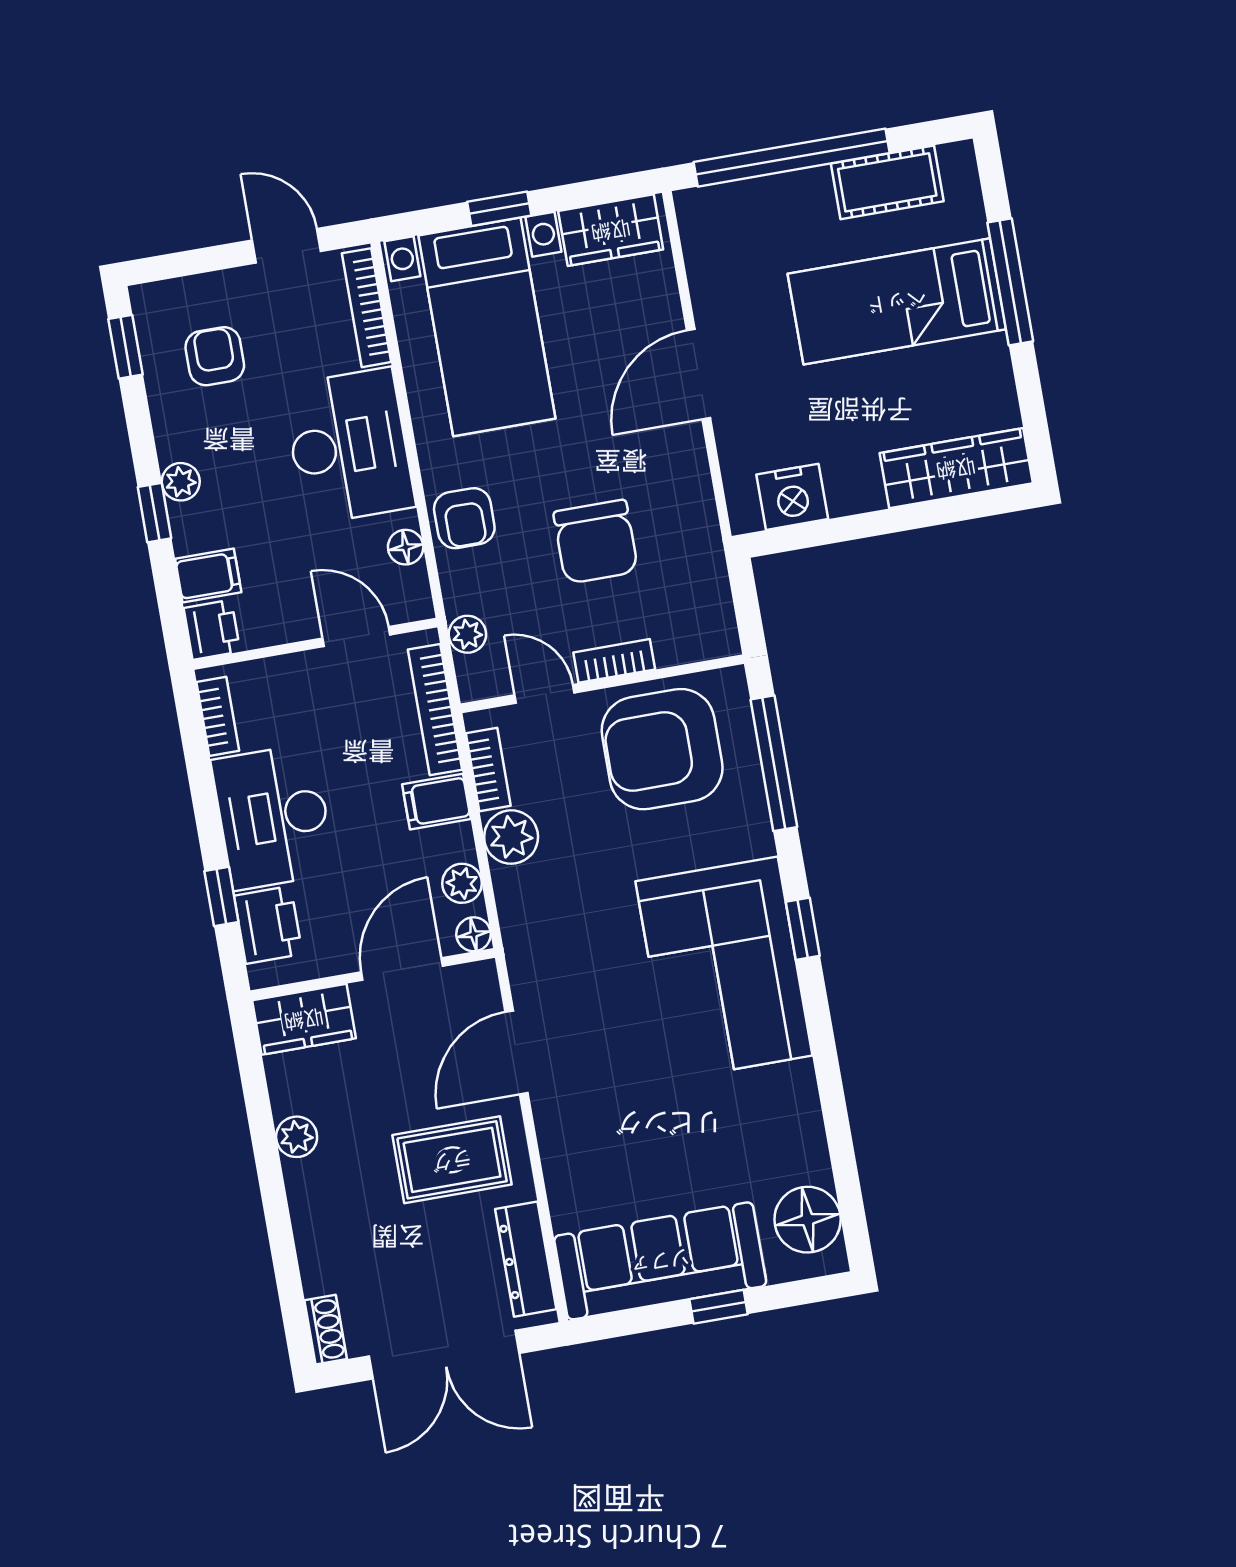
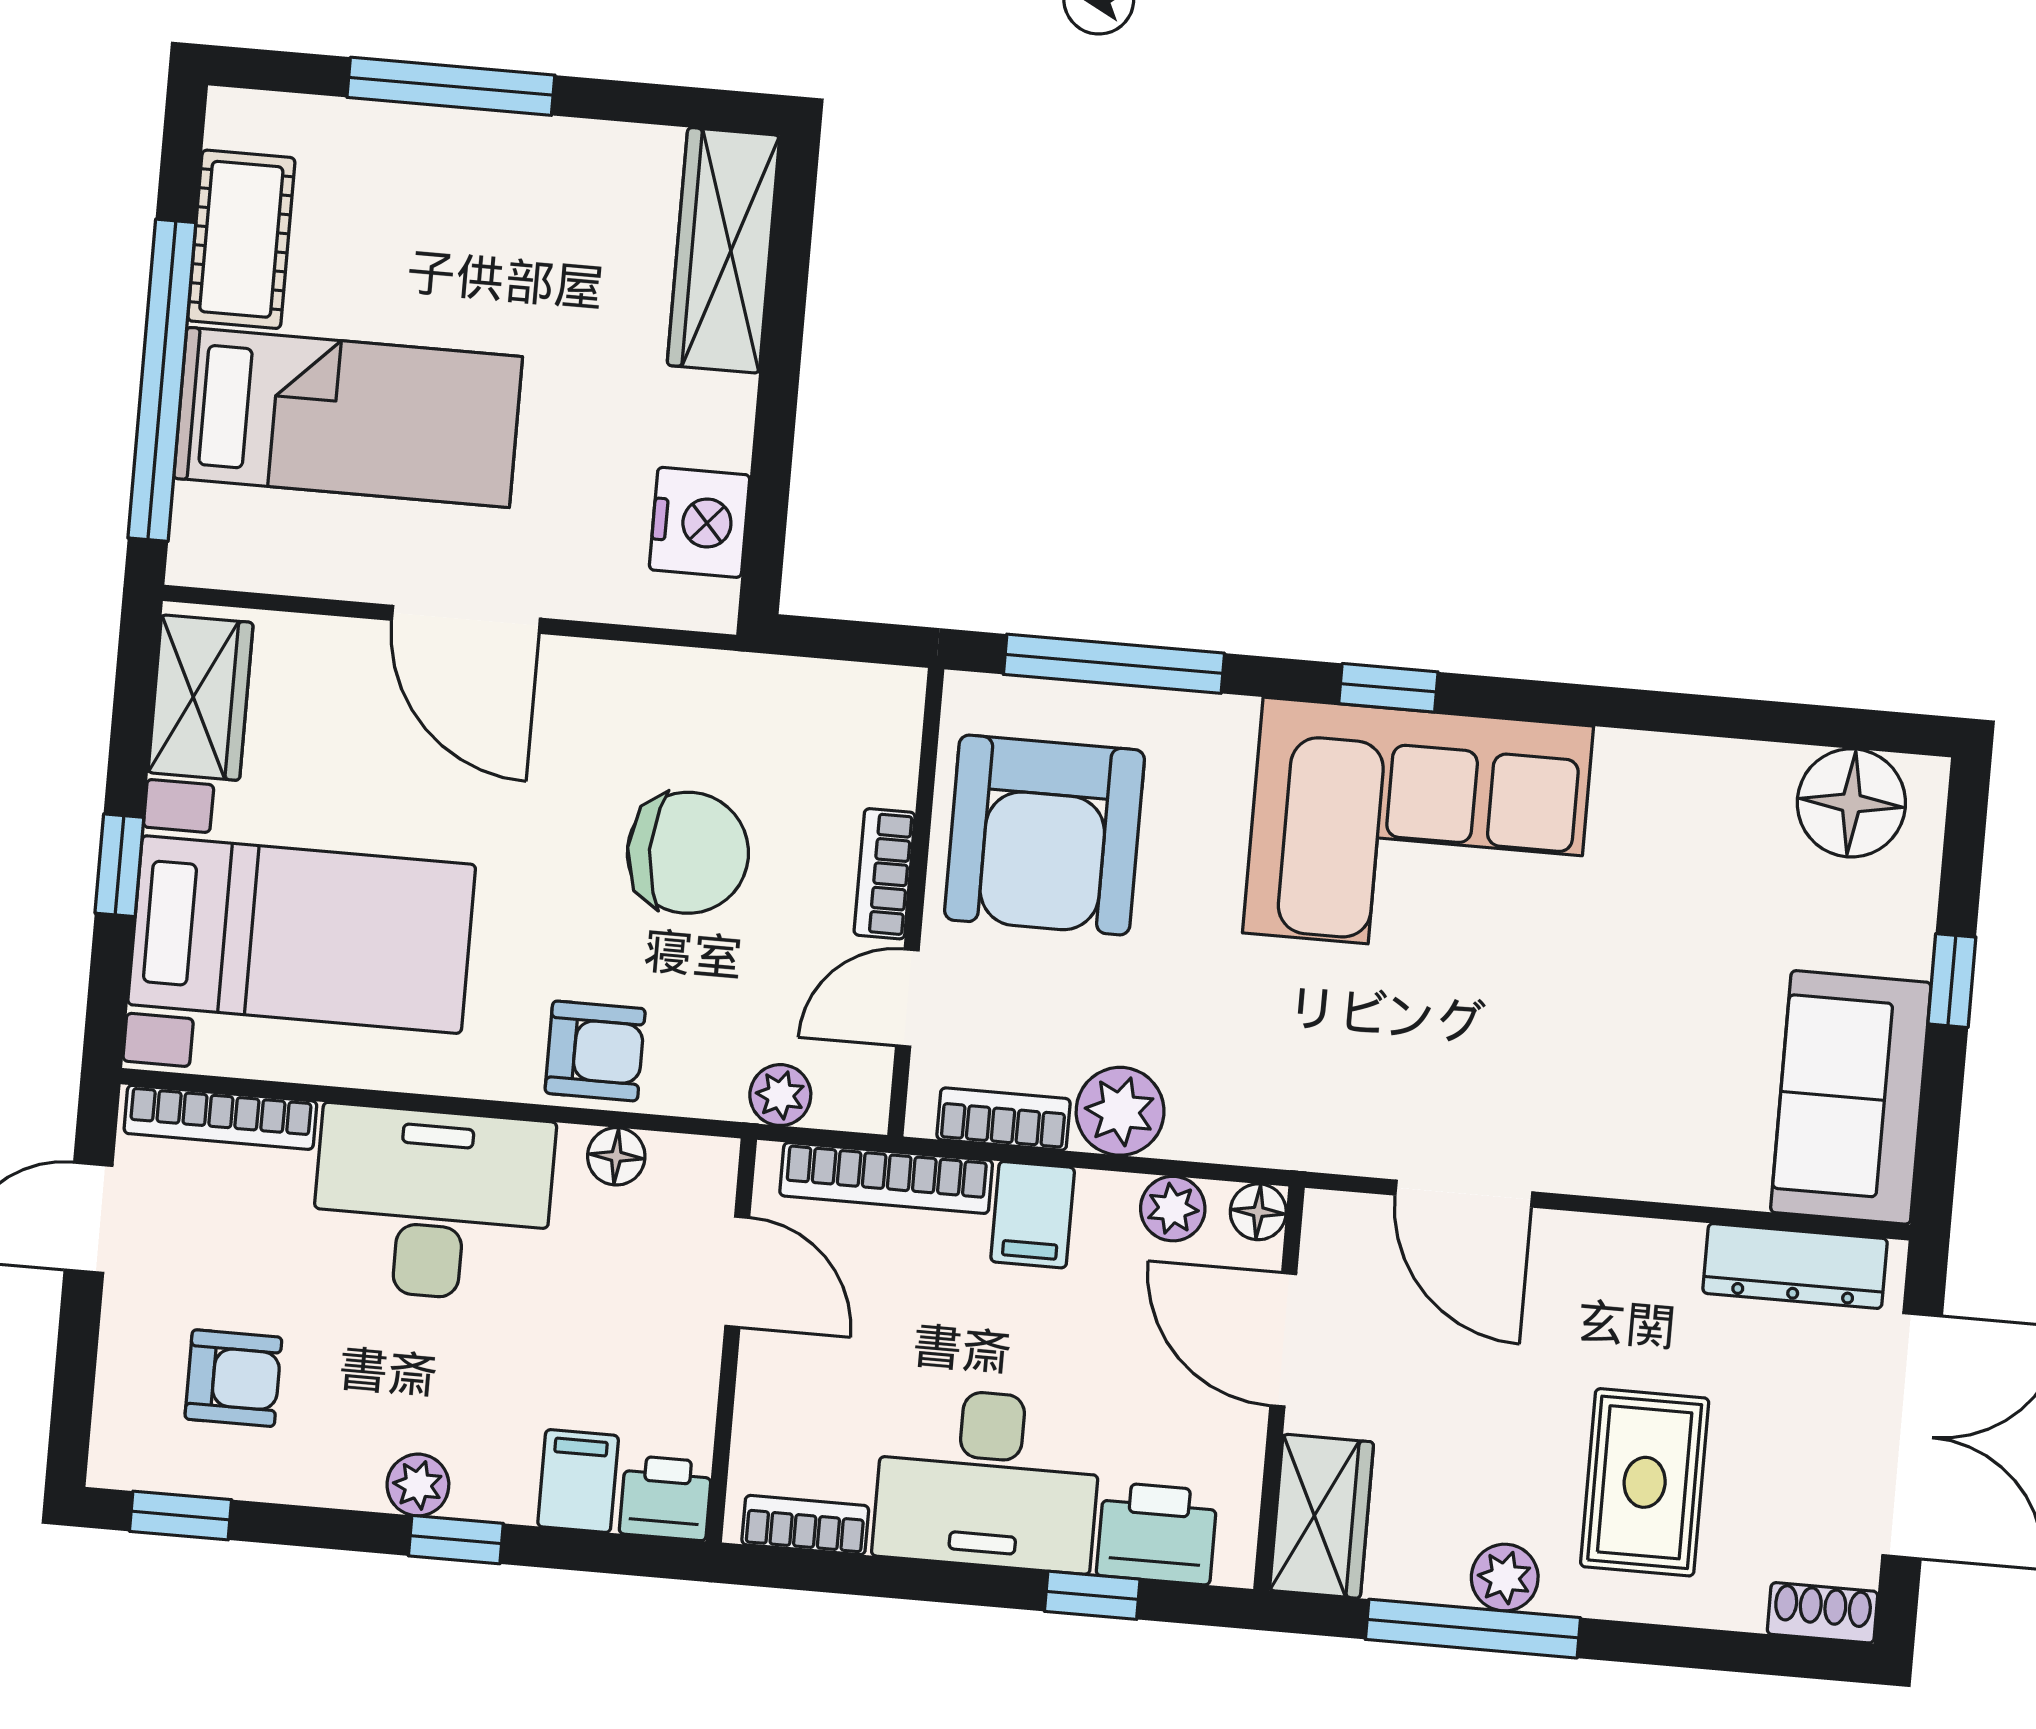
bed: (897, 301) -> (348, 417), moved, turned -90
armchair: (215, 356) -> (233, 1378), turned 180
door: (356, 637) -> (737, 1272), swing flipped
window: (262, 1126) -> (1473, 1629), added
rug: (452, 1160) -> (1645, 1482), moved
sofa: (660, 1261) -> (1851, 1097), width x0.73

